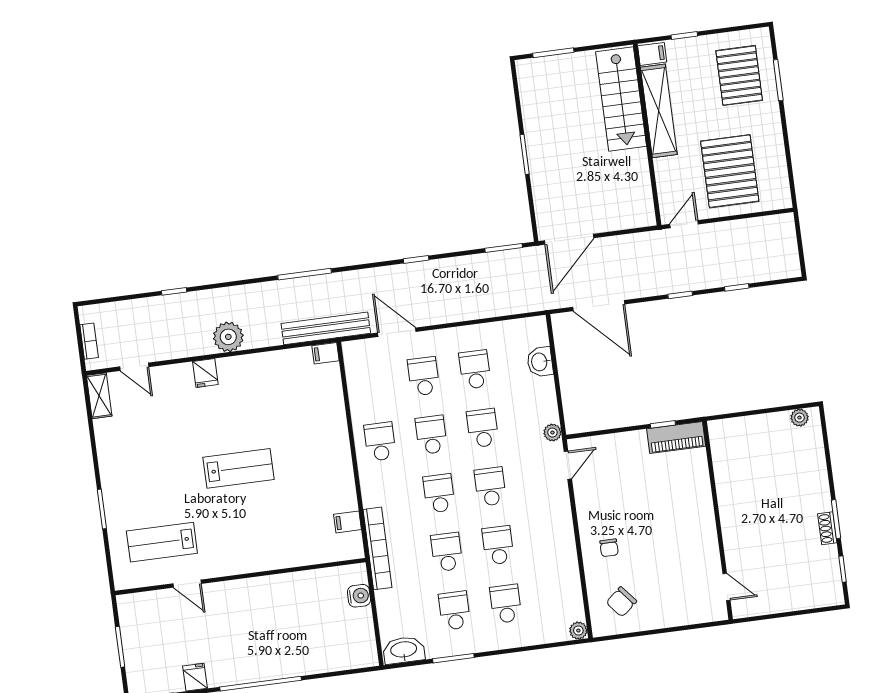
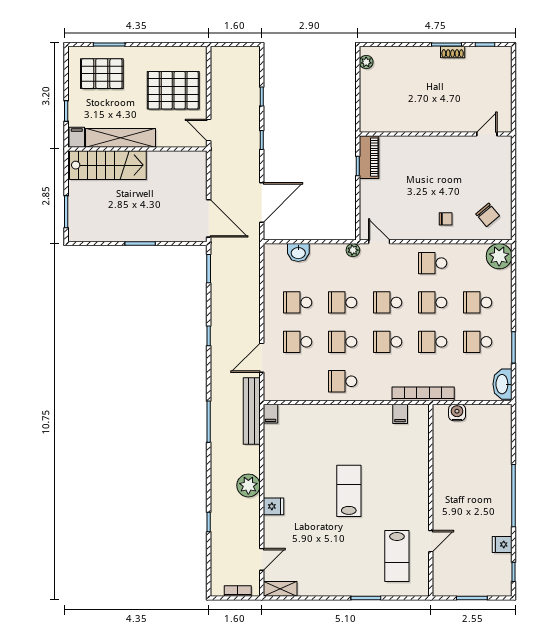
school desk: (549, 538) -> (433, 263), added
plant: (578, 631) -> (499, 256), width x1.87, depth x1.87

